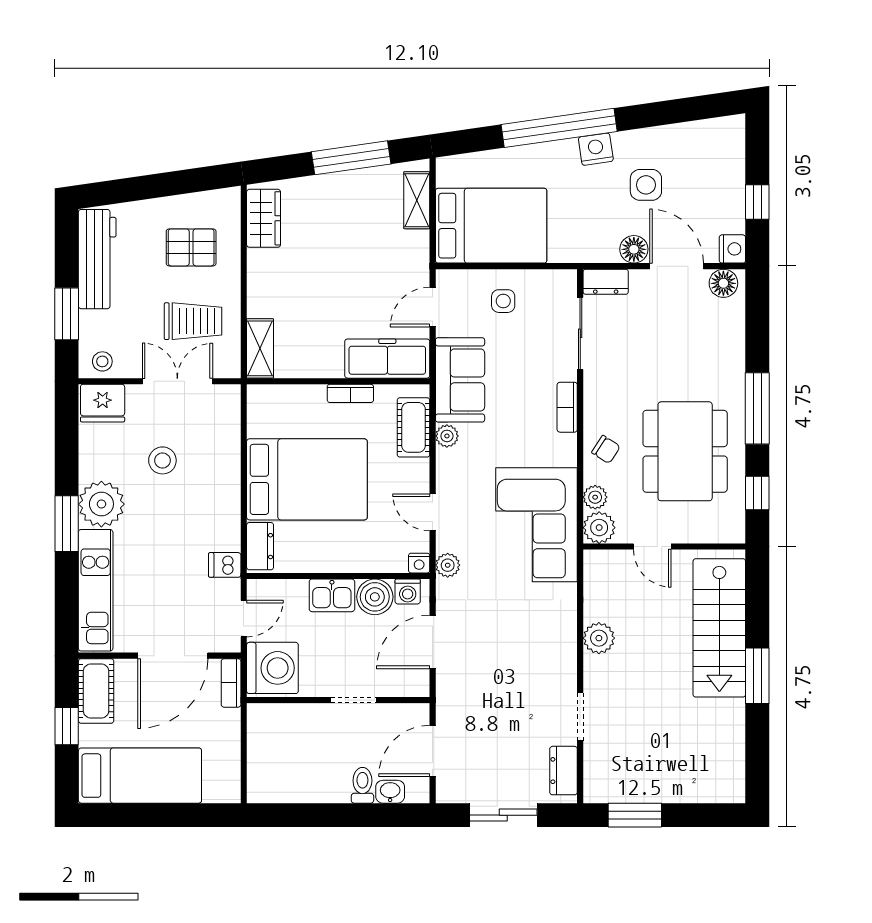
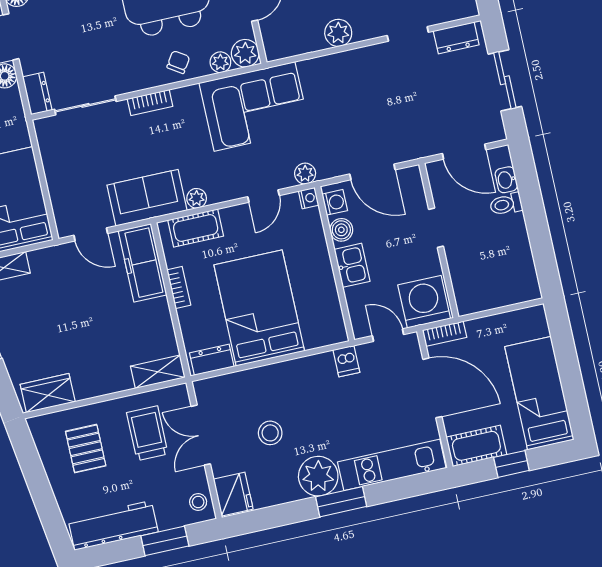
side table: (503, 301) -> (73, 176), removed
dresser: (260, 546) -> (212, 360), moved
boiler: (375, 597) -> (341, 230), width x0.73, depth x0.73

